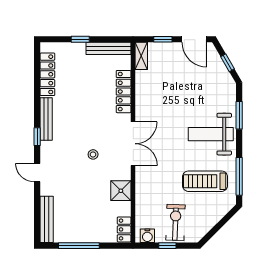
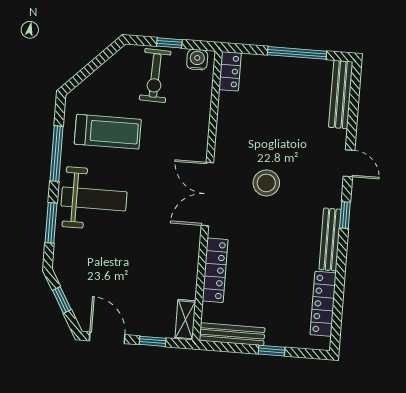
stool: (93, 154) -> (266, 183), width x1.89, depth x1.89
window: (239, 176) -> (56, 154), moved
shower: (121, 191) -> (230, 127), removed

